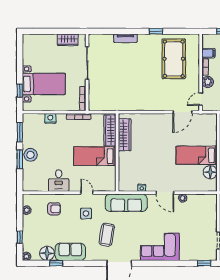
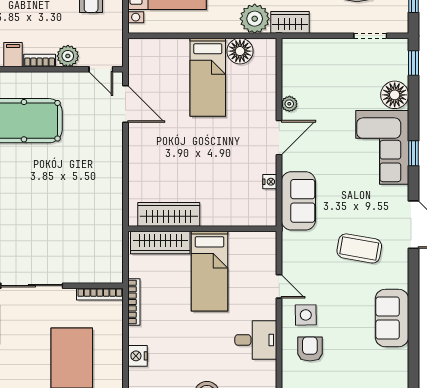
door: (87, 193) -> (279, 286), swing flipped
sofa: (126, 203) -> (298, 201), width x0.73
side table: (86, 214) -> (306, 315), moved
floor lamp: (47, 253) -> (395, 95), moved
window: (56, 263) -> (413, 153), moved

